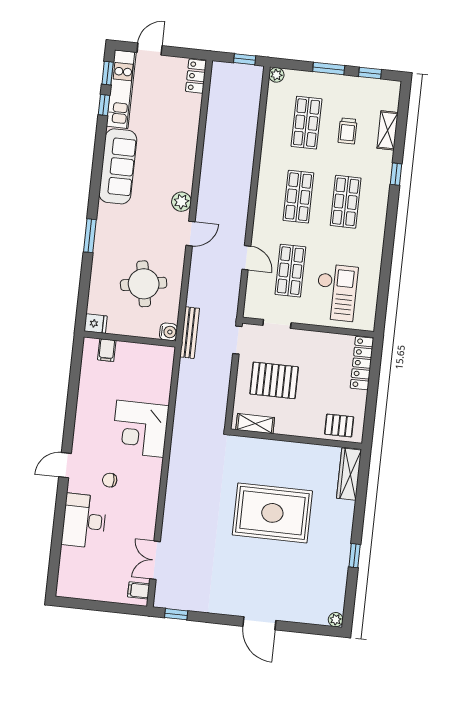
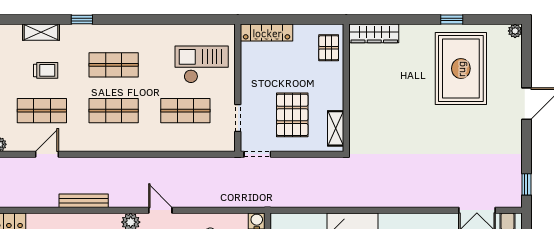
door: (246, 258) -> (47, 154), moved
bench: (190, 333) -> (84, 201), moved
rug: (272, 513) -> (461, 69), moved

